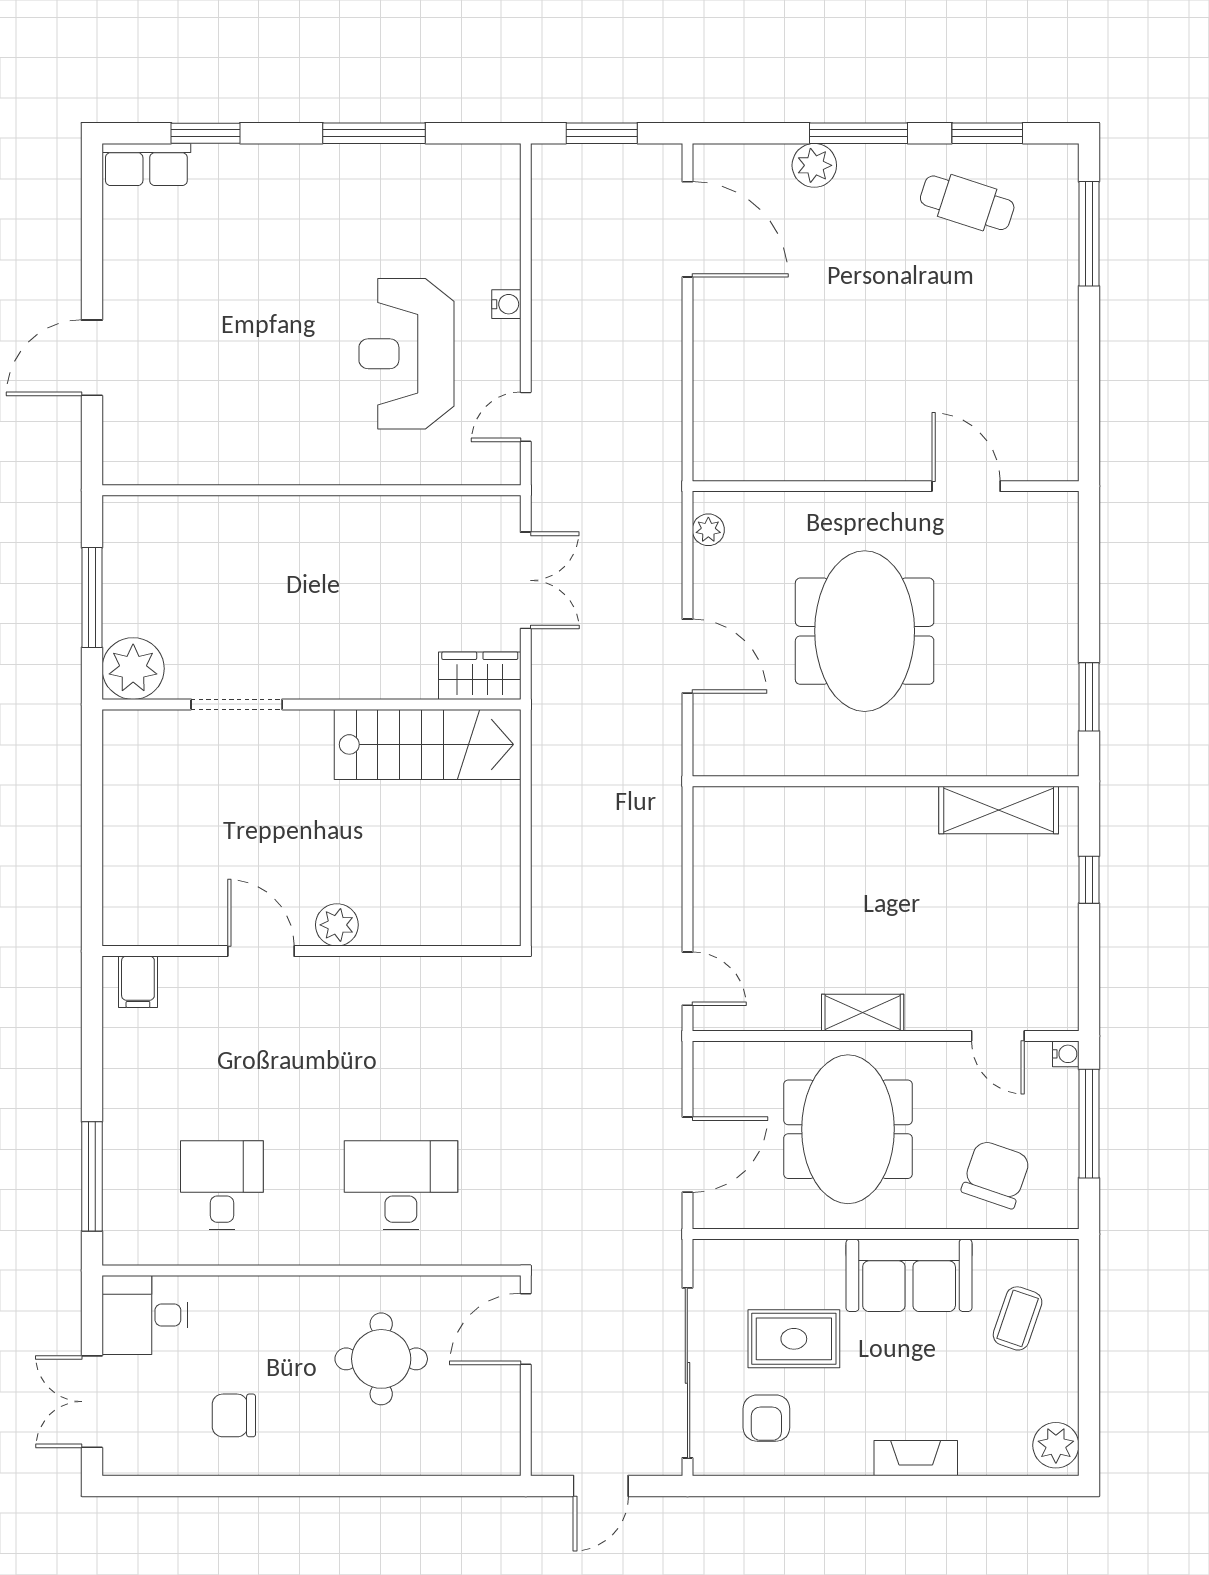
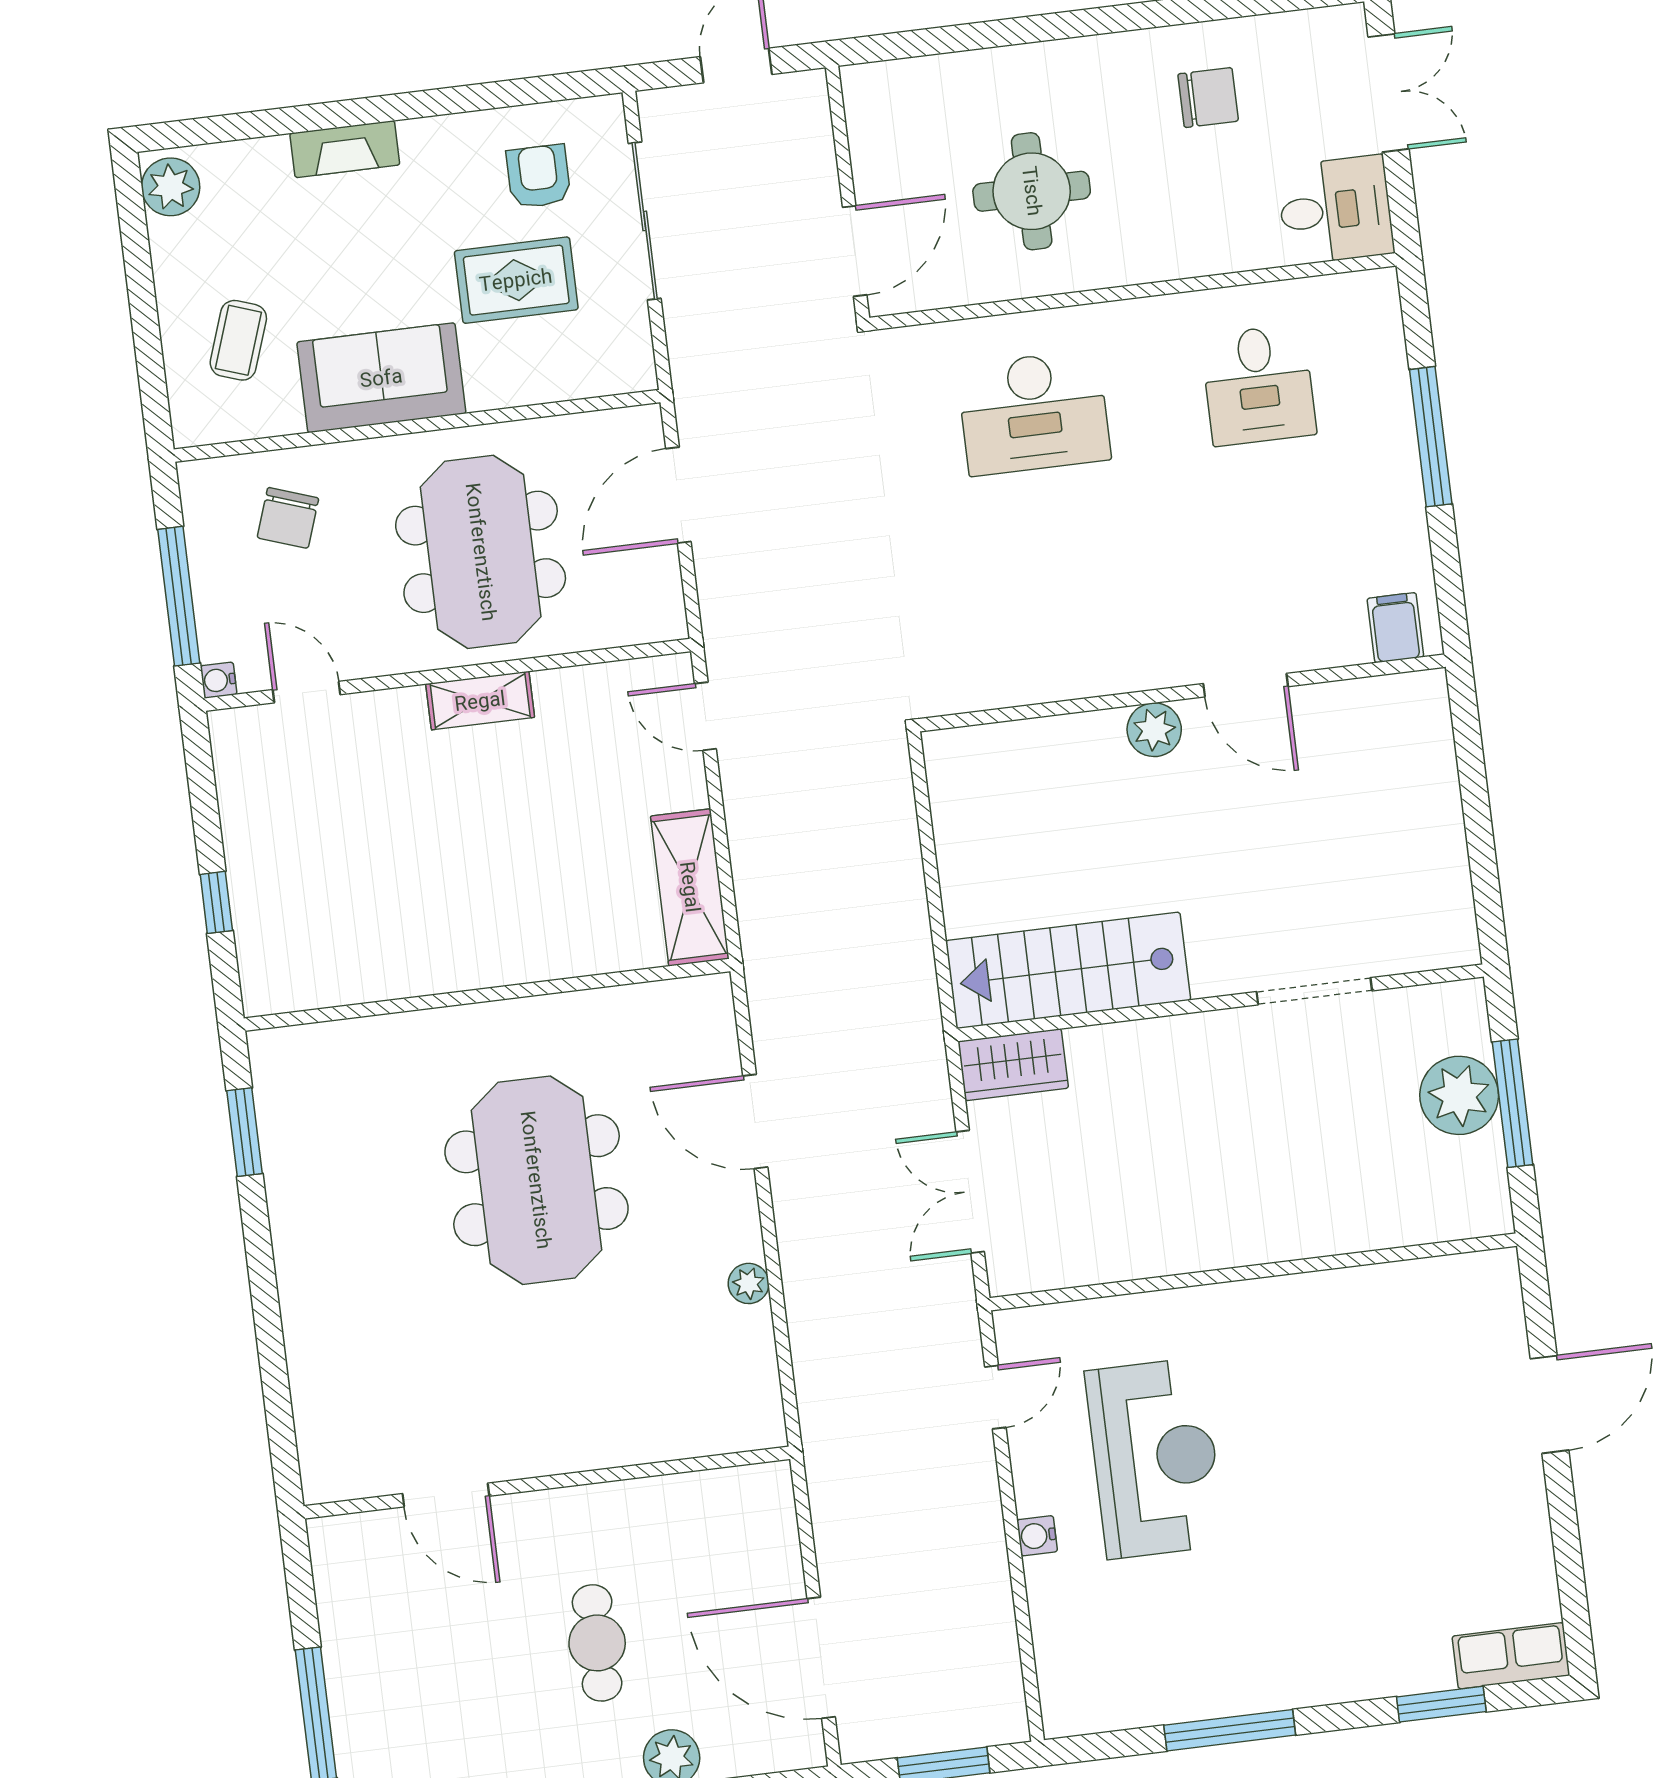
cafe table: (967, 203) -> (597, 1643), moved, turned 72
wall: (886, 486) -> (547, 1482), moved
door: (966, 486) -> (446, 1495), moved
plant: (133, 669) -> (1459, 1095), moved
shelving: (999, 810) -> (690, 887), moved, turned 90
chair: (996, 1174) -> (288, 518), width x0.73, depth x0.73
window: (92, 1176) -> (1431, 437), moved
sliding door: (687, 1373) -> (645, 221), width x0.73

